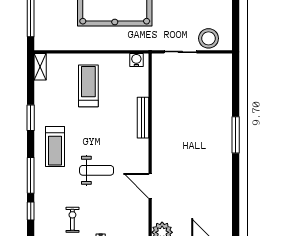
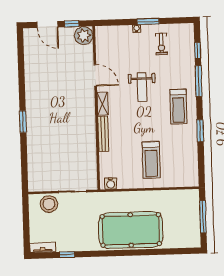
shelving: (40, 67) -> (103, 104), moved
window: (236, 135) -> (23, 122), width x0.69
treadmill: (55, 147) -> (178, 107), turned 180
weight bench: (97, 170) -> (142, 87), turned -90

